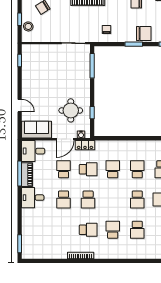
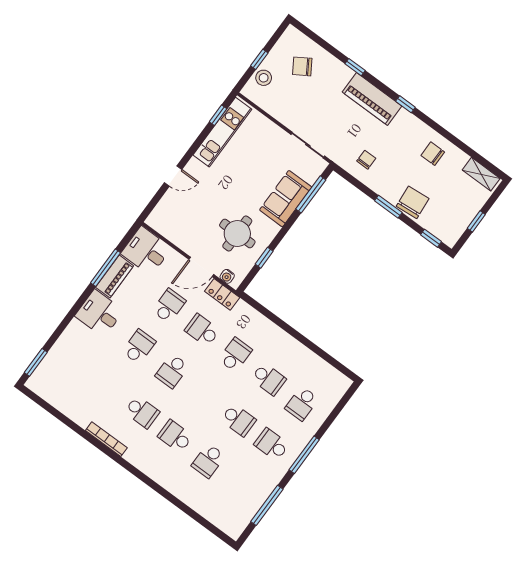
chair: (144, 33) -> (413, 202), turned -95
kitchen unit: (28, 67) -> (222, 132), added
door: (20, 106) -> (173, 176), hinge flipped
sofa: (37, 130) -> (286, 199), moved, turned -90
school desk: (88, 169) -> (202, 330), turned 180
school desk: (137, 169) -> (269, 379), turned 90
school desk: (64, 200) -> (139, 347), turned 180
school desk: (137, 200) -> (238, 420), turned -90
school desk: (113, 230) -> (175, 436), turned -90

